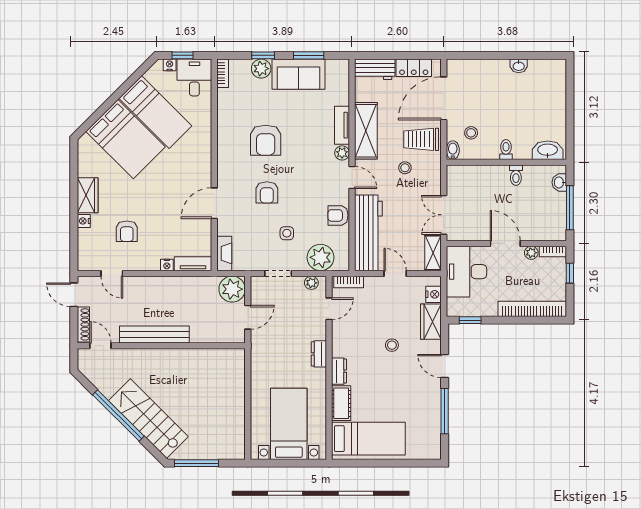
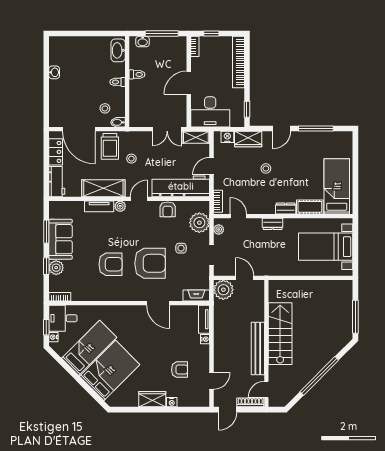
armchair: (267, 192) -> (150, 263), width x1.88, depth x1.88
plant: (531, 253) -> (196, 63), removed
stairs: (148, 419) -> (280, 334), moved, turned 135

